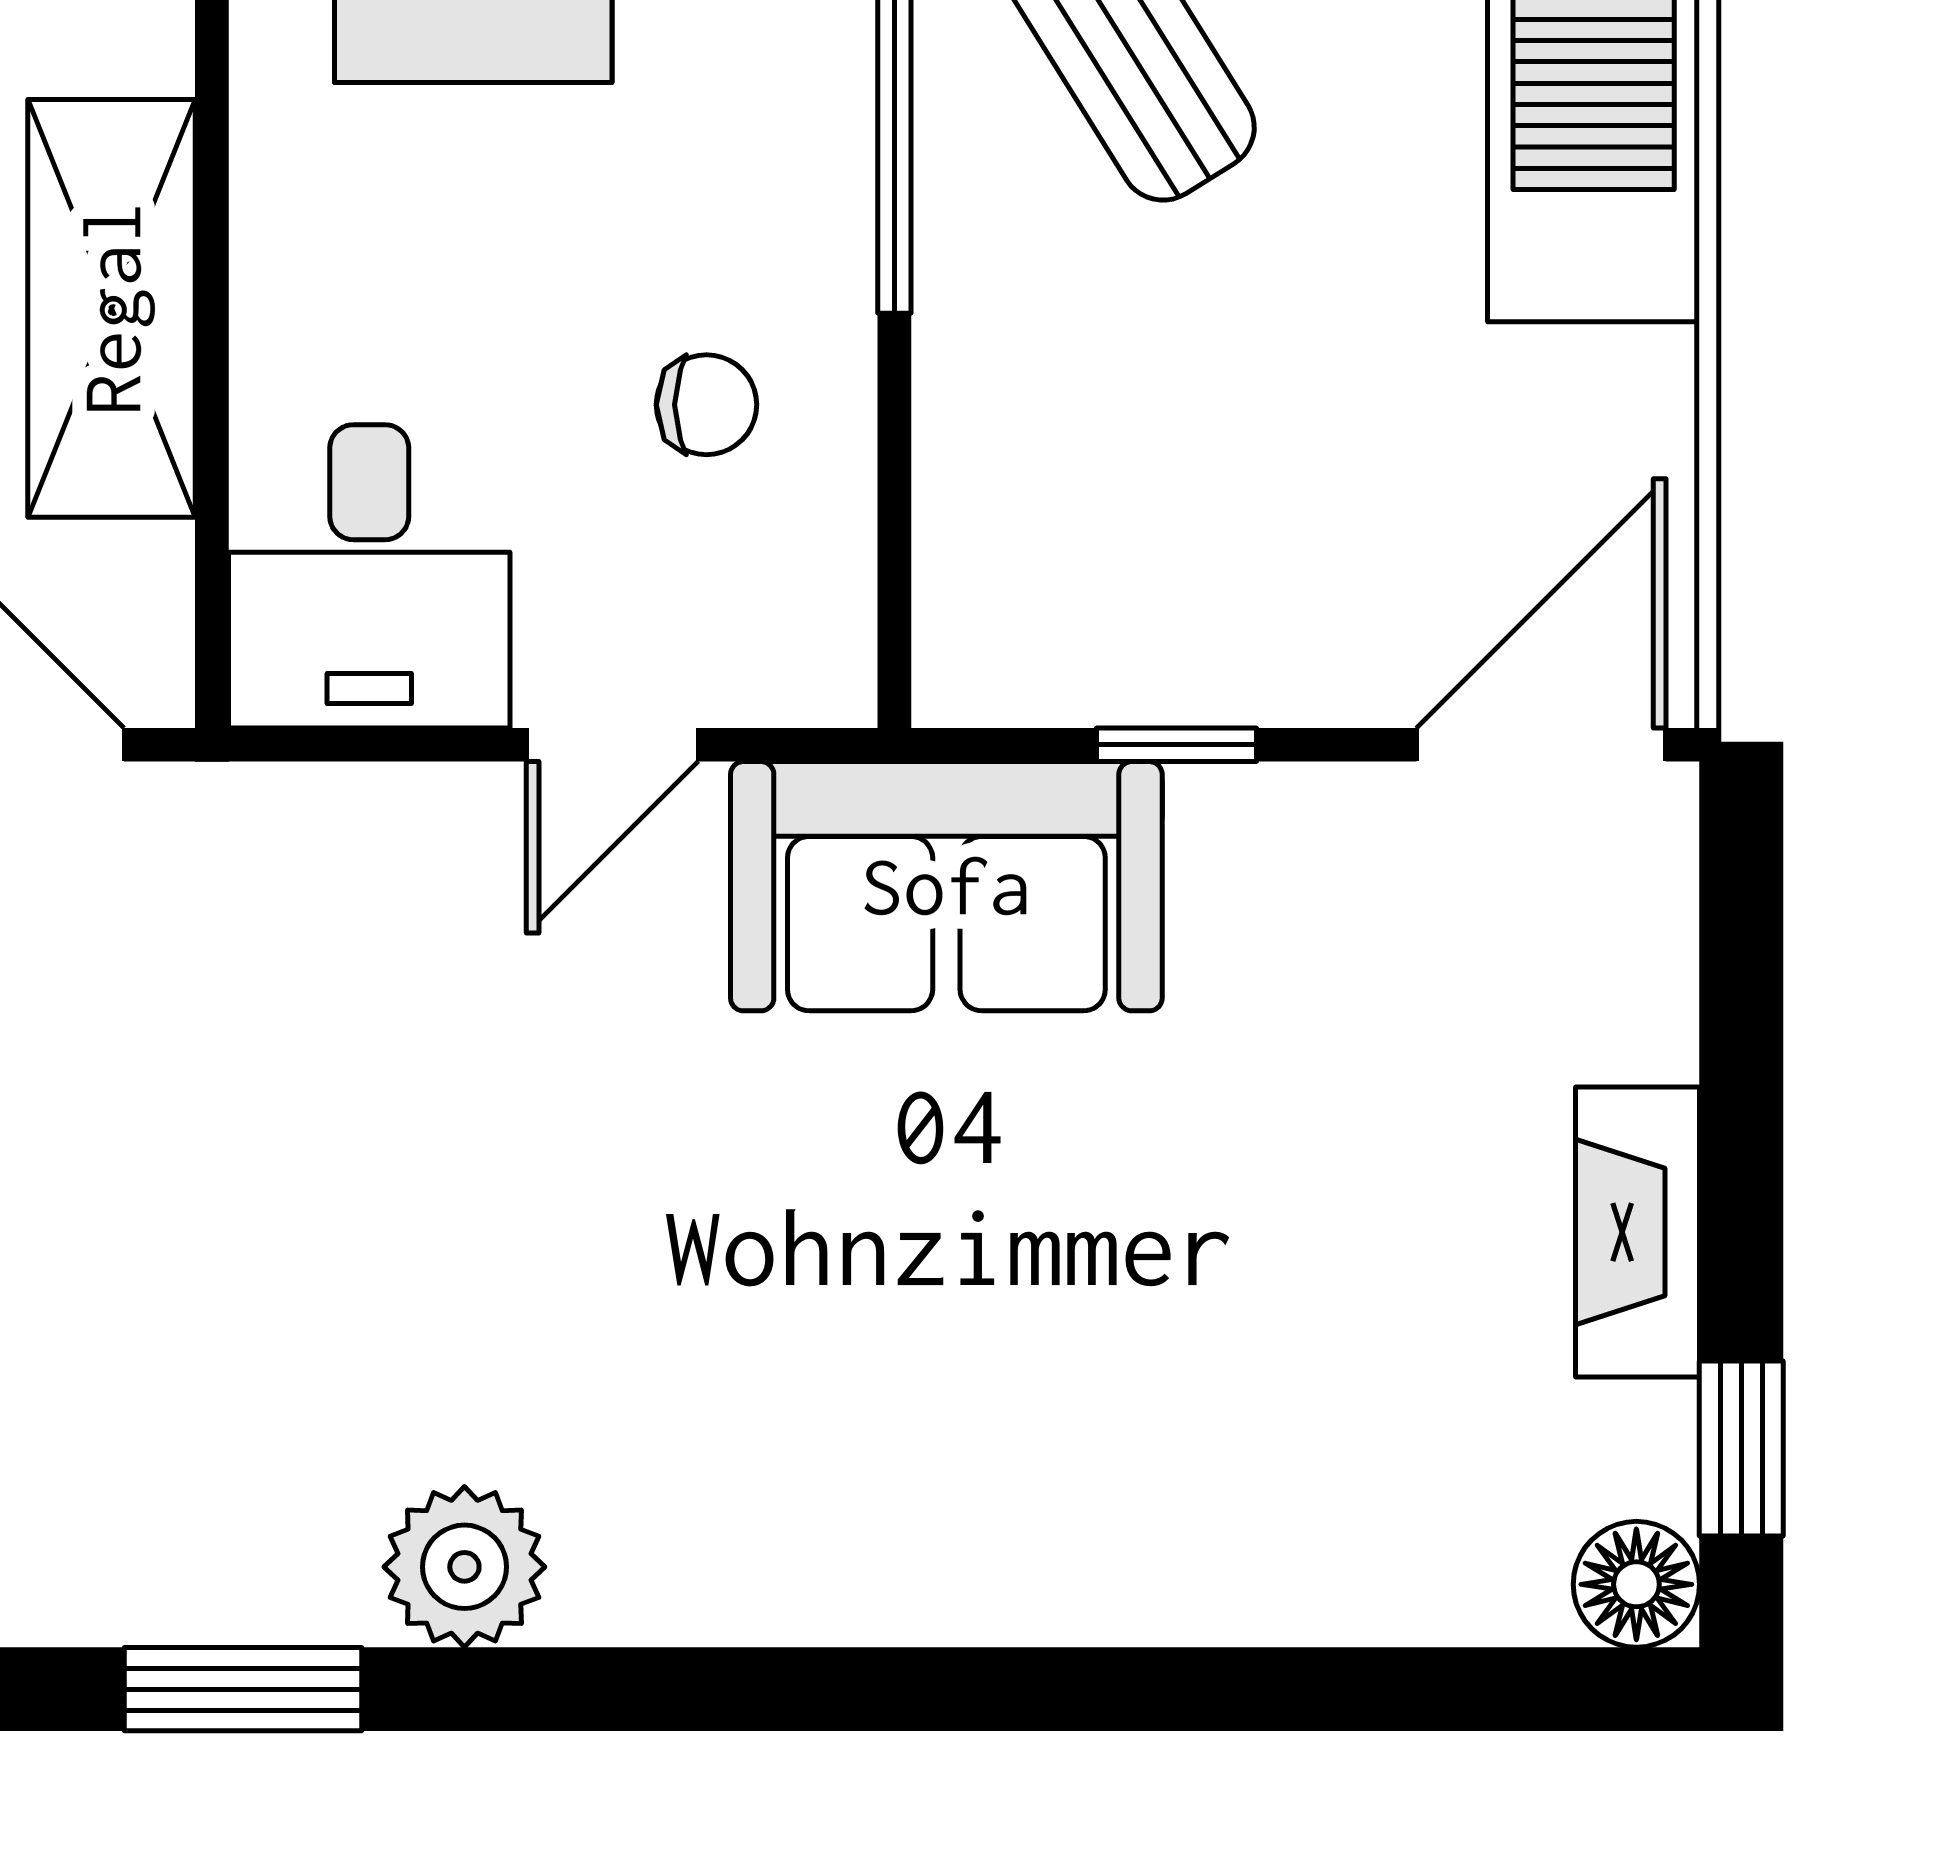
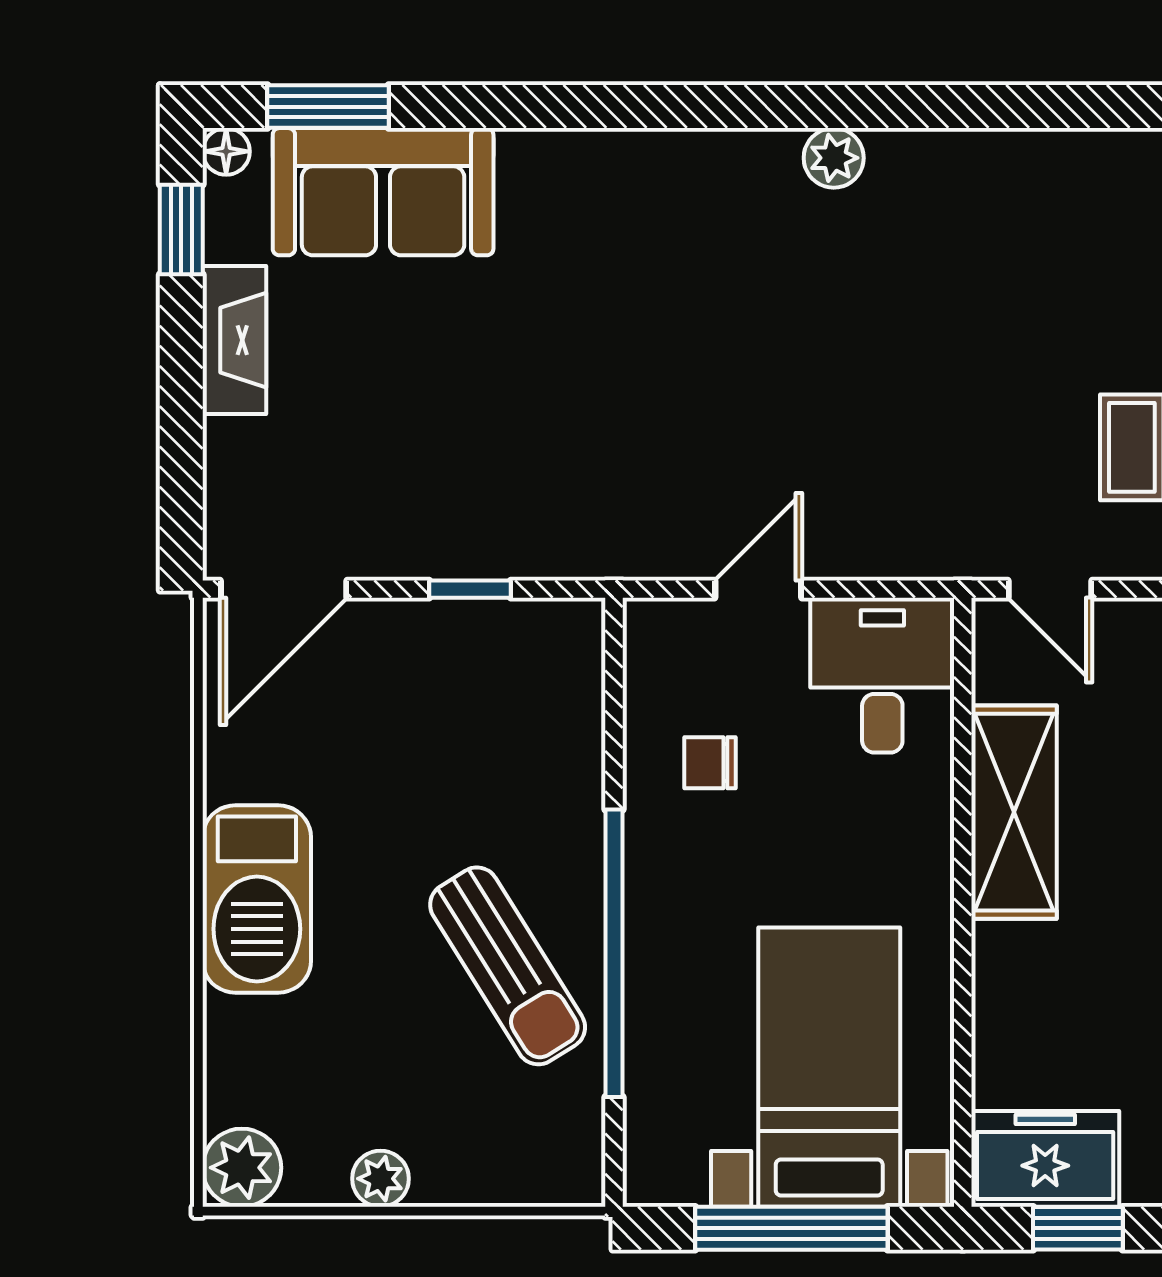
sofa: (946, 886) -> (383, 192), moved, turned 180
plant: (464, 1567) -> (834, 158), width x0.73, depth x0.73
floor lamp: (1636, 1584) -> (226, 151), width x0.73, depth x0.73
window: (243, 1689) -> (328, 107), moved

